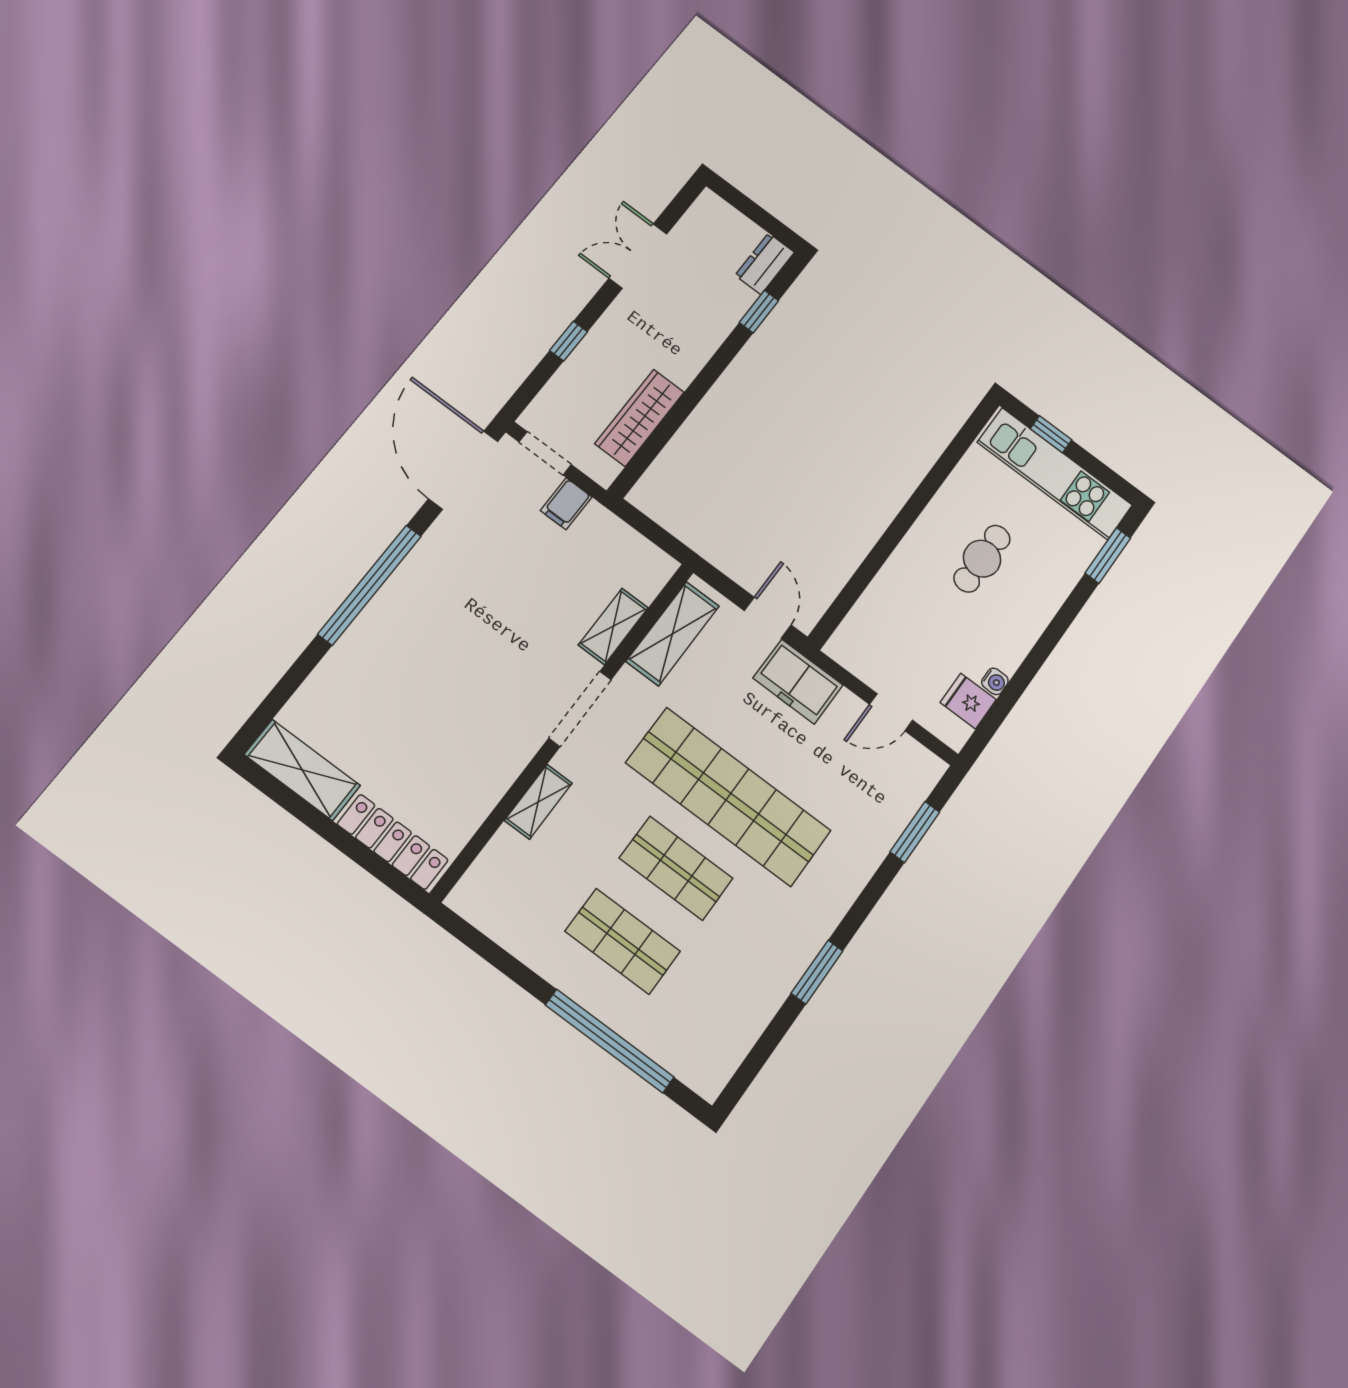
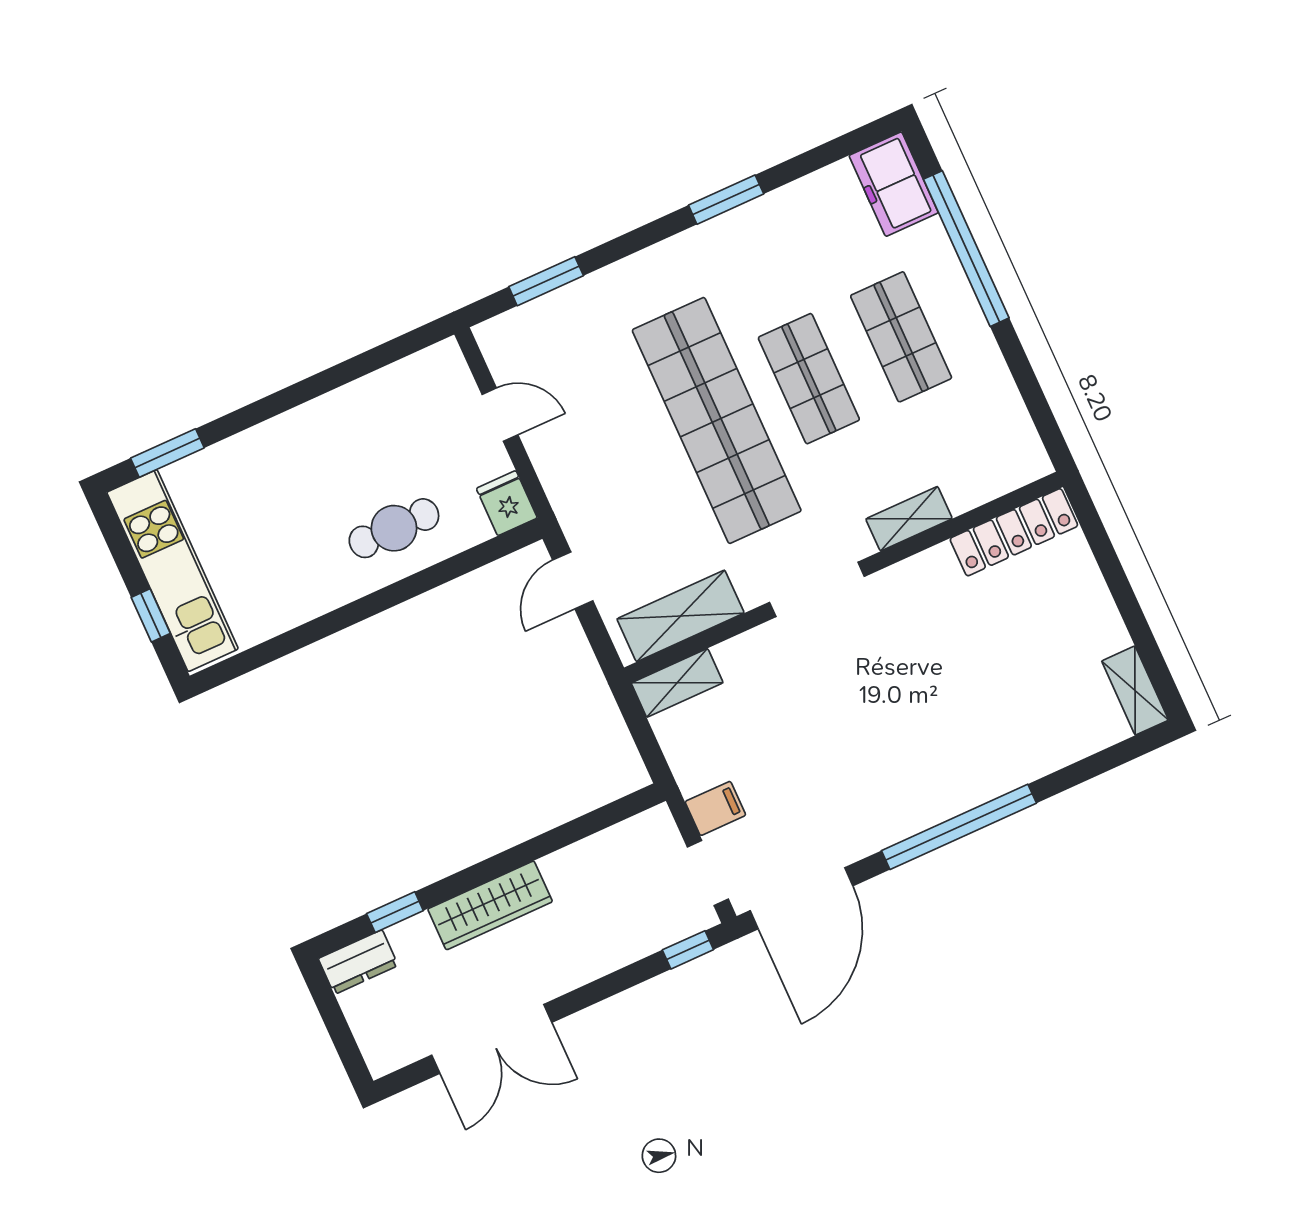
double door: (638, 256) -> (492, 1039), width x1.37
window: (568, 341) -> (688, 950), moved
wardrobe: (640, 418) -> (490, 905), moved
cafe table: (982, 559) -> (394, 528), moved
shelving: (613, 626) -> (677, 683), moved
water cooler: (995, 681) -> (371, 387), removed
freezer: (798, 682) -> (894, 184), moved, turned 180
fridge: (968, 701) -> (507, 503), moved, turned 180
shelving: (302, 770) -> (1135, 691), width x0.67, depth x0.75
locker: (393, 842) -> (1014, 532), moved, turned -90

